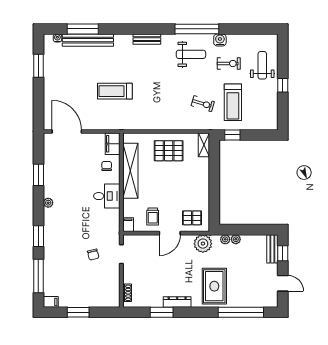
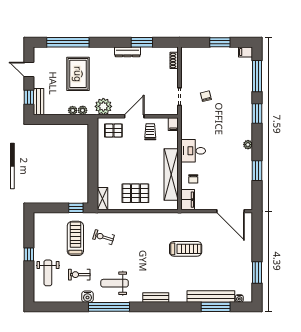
rug: (214, 286) -> (78, 74), moved

